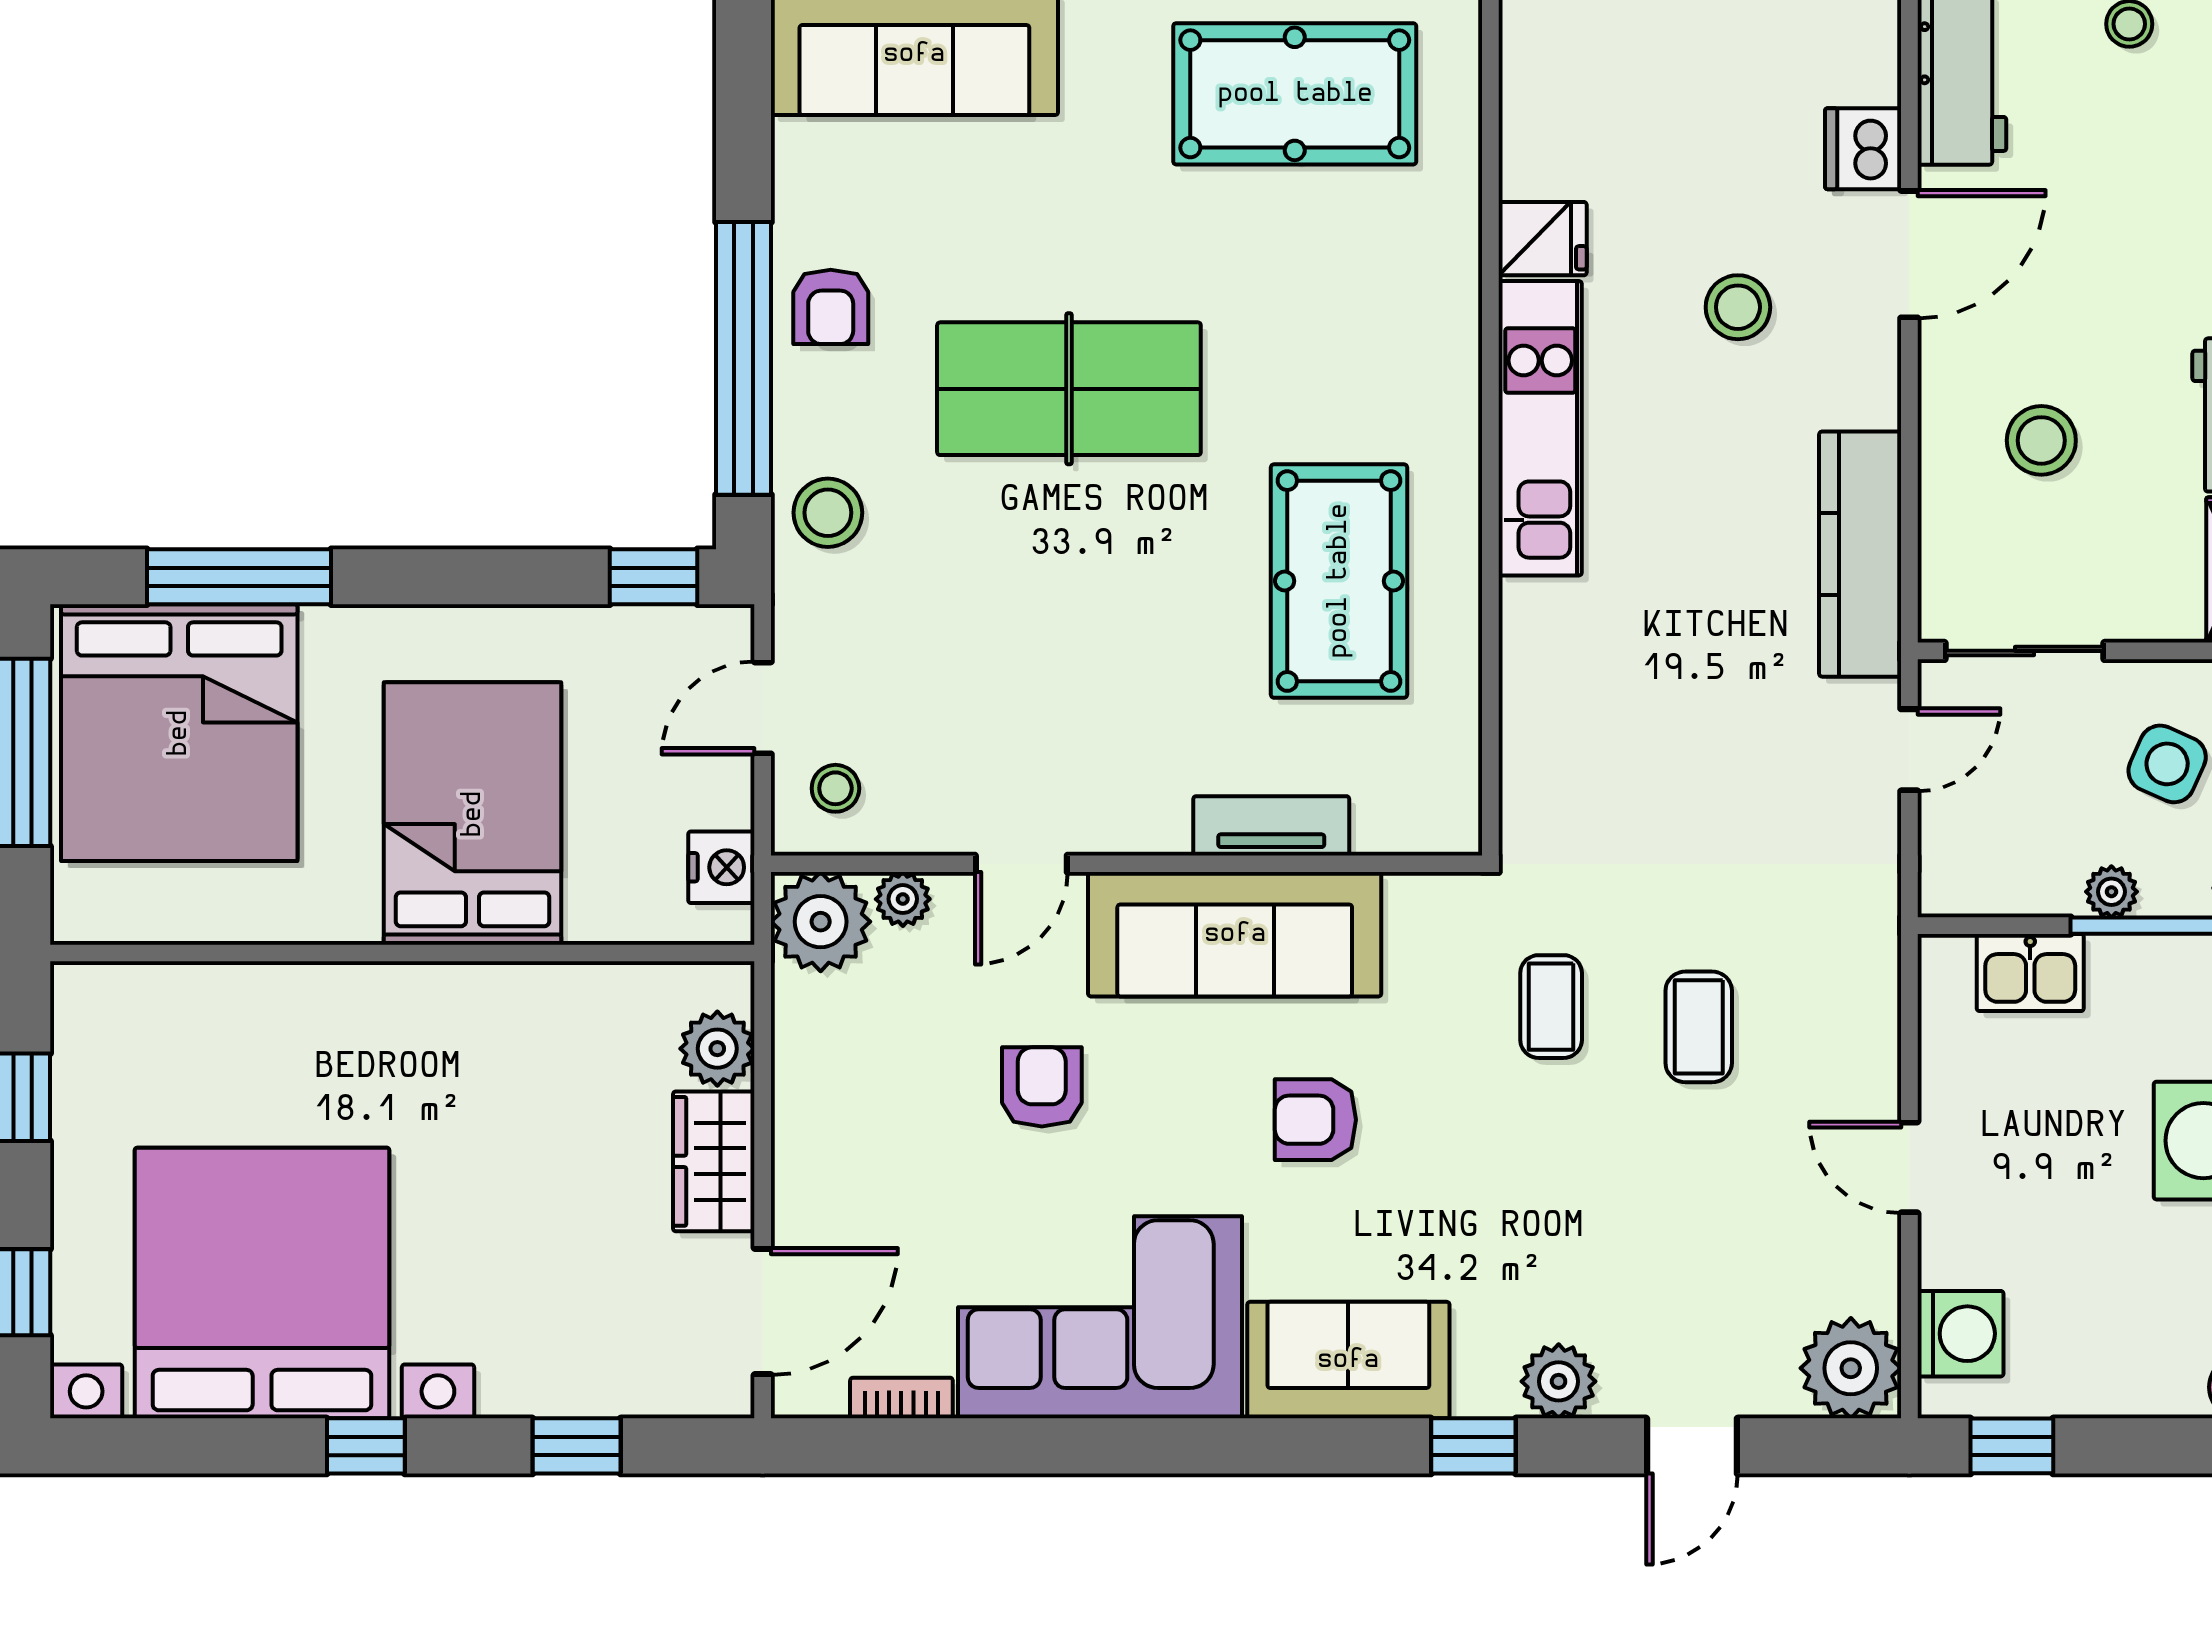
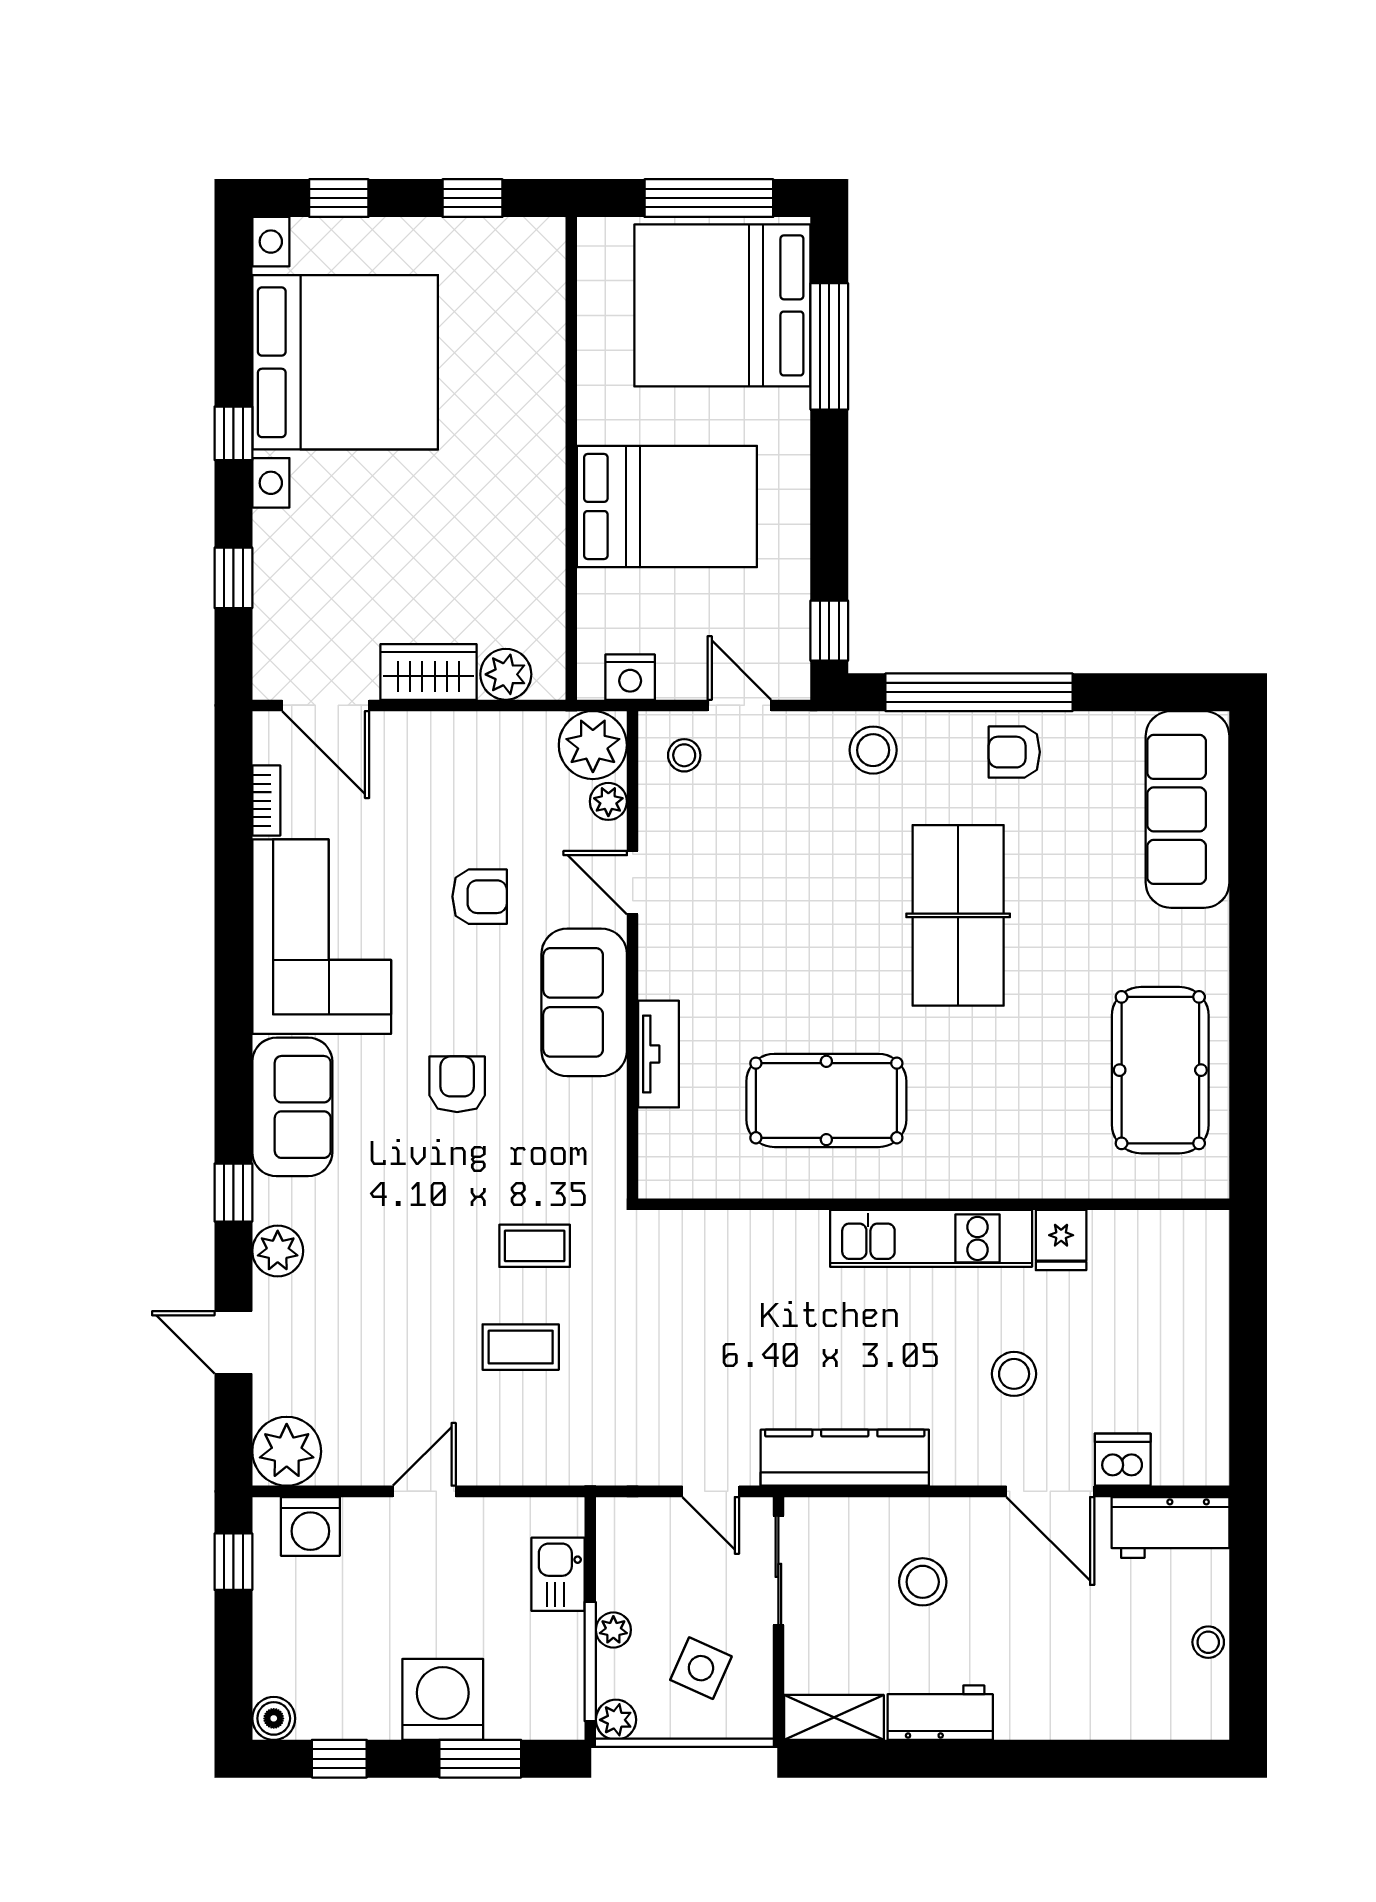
sofa: (1235, 934) -> (584, 1002), width x0.73

